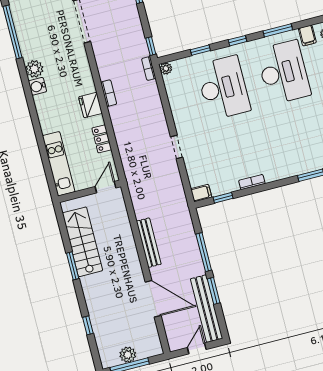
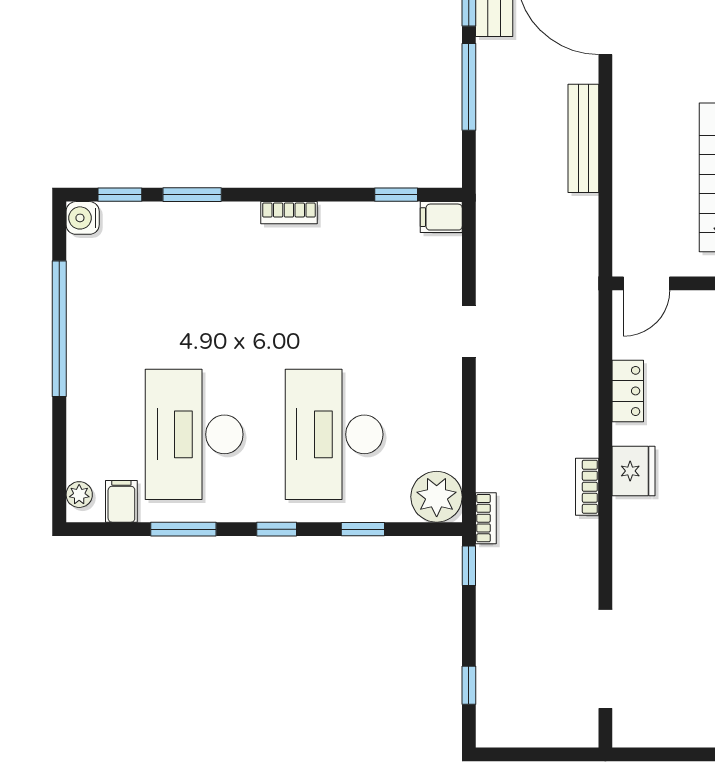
plant: (166, 68) -> (437, 497), width x1.88, depth x1.88
bookcase: (252, 182) -> (289, 213), moved

